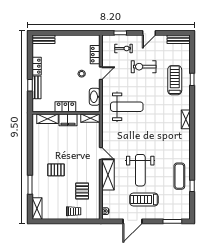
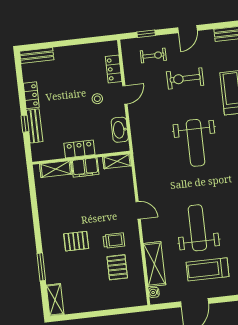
weight bench: (127, 107) -> (195, 143), moved, turned 90
weight bench: (140, 170) -> (197, 228), turned 180
shelving: (108, 175) -> (154, 264), moved
trolley: (74, 211) -> (114, 241), moved

